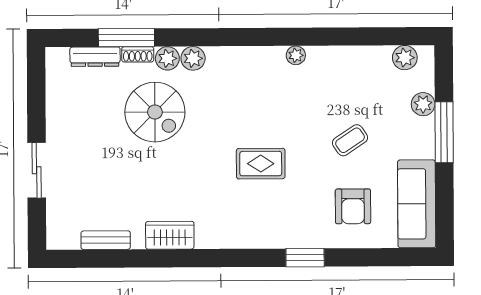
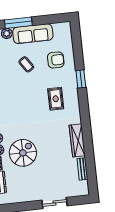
rug: (261, 164) -> (56, 99), moved
sofa: (417, 204) -> (33, 34), moved
wardrobe: (170, 235) -> (77, 140), width x1.50

